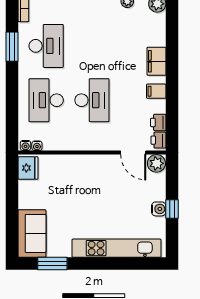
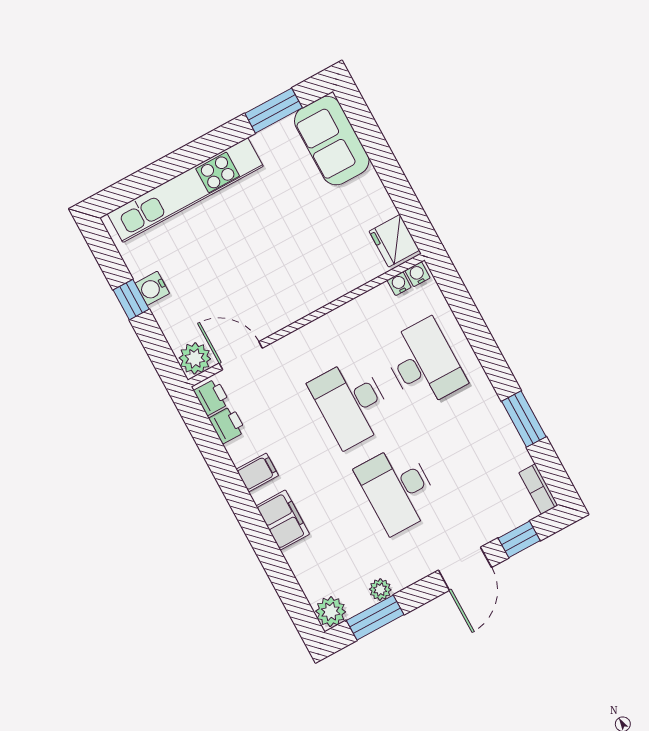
desk: (46, 46) -> (398, 489), moved

